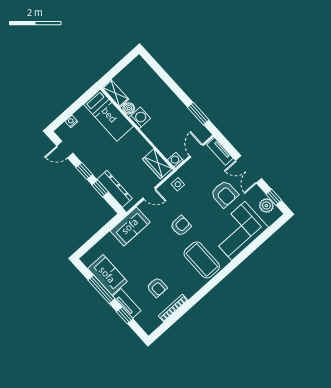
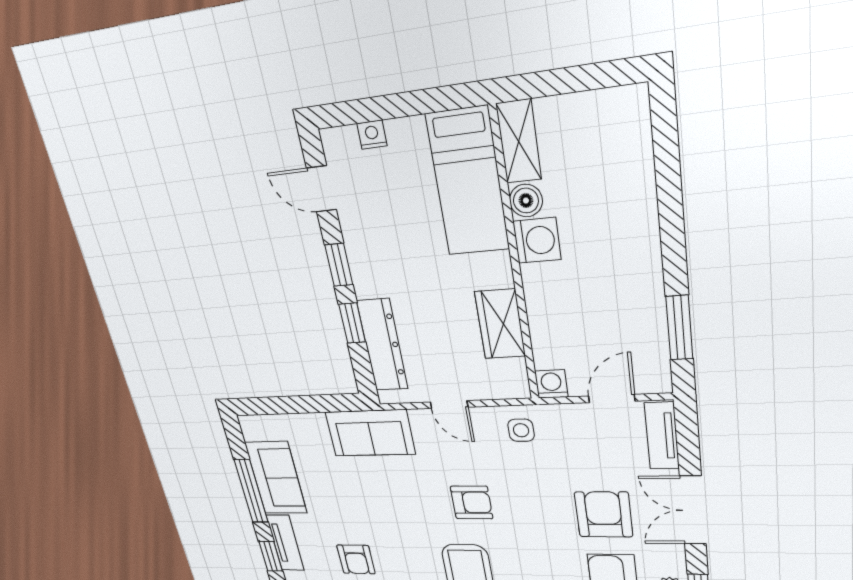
wardrobe: (157, 164) -> (500, 324), moved
armchair: (224, 194) -> (604, 514), turned 180

